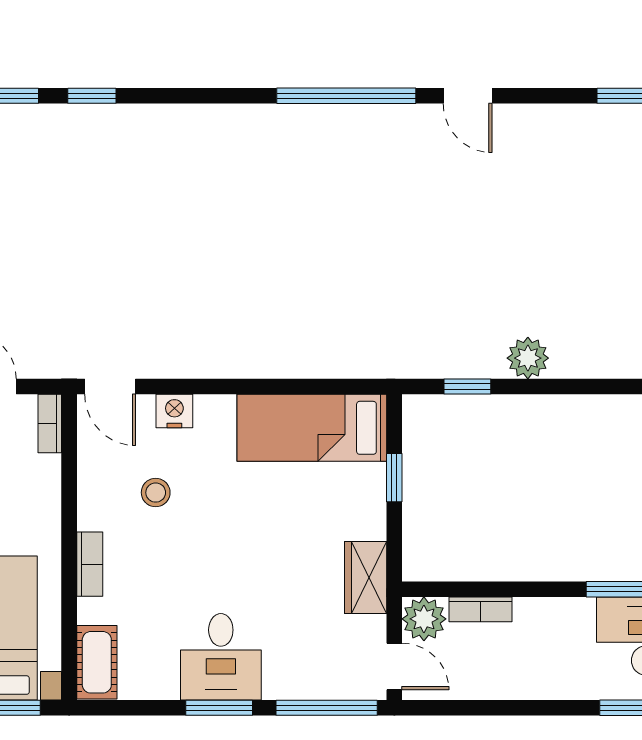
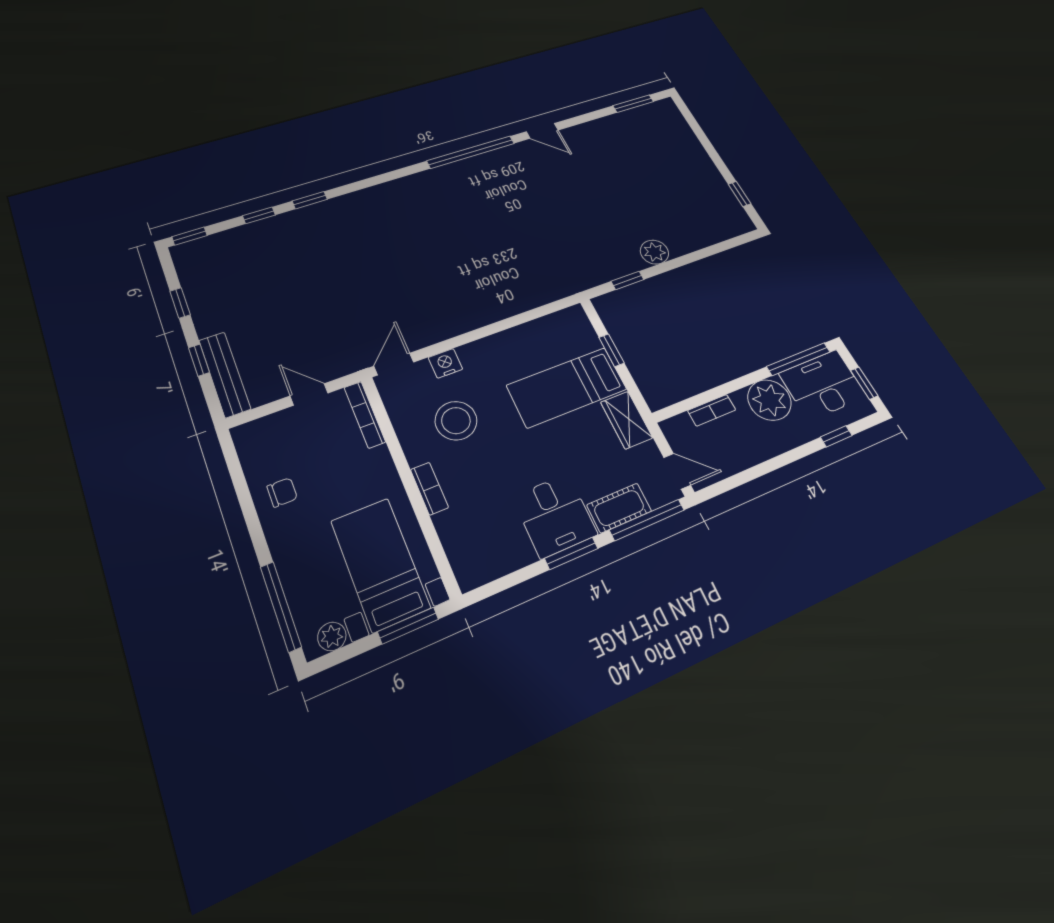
door: (110, 387) -> (394, 364), swing flipped
bookcase: (50, 423) -> (365, 415), width x1.56
bed: (312, 428) -> (567, 387), moved
stool: (156, 493) -> (456, 421), width x1.89, depth x1.89
plant: (424, 619) -> (769, 400), moved, width x1.36, depth x1.36
cot: (97, 662) -> (619, 508), moved, turned 90

